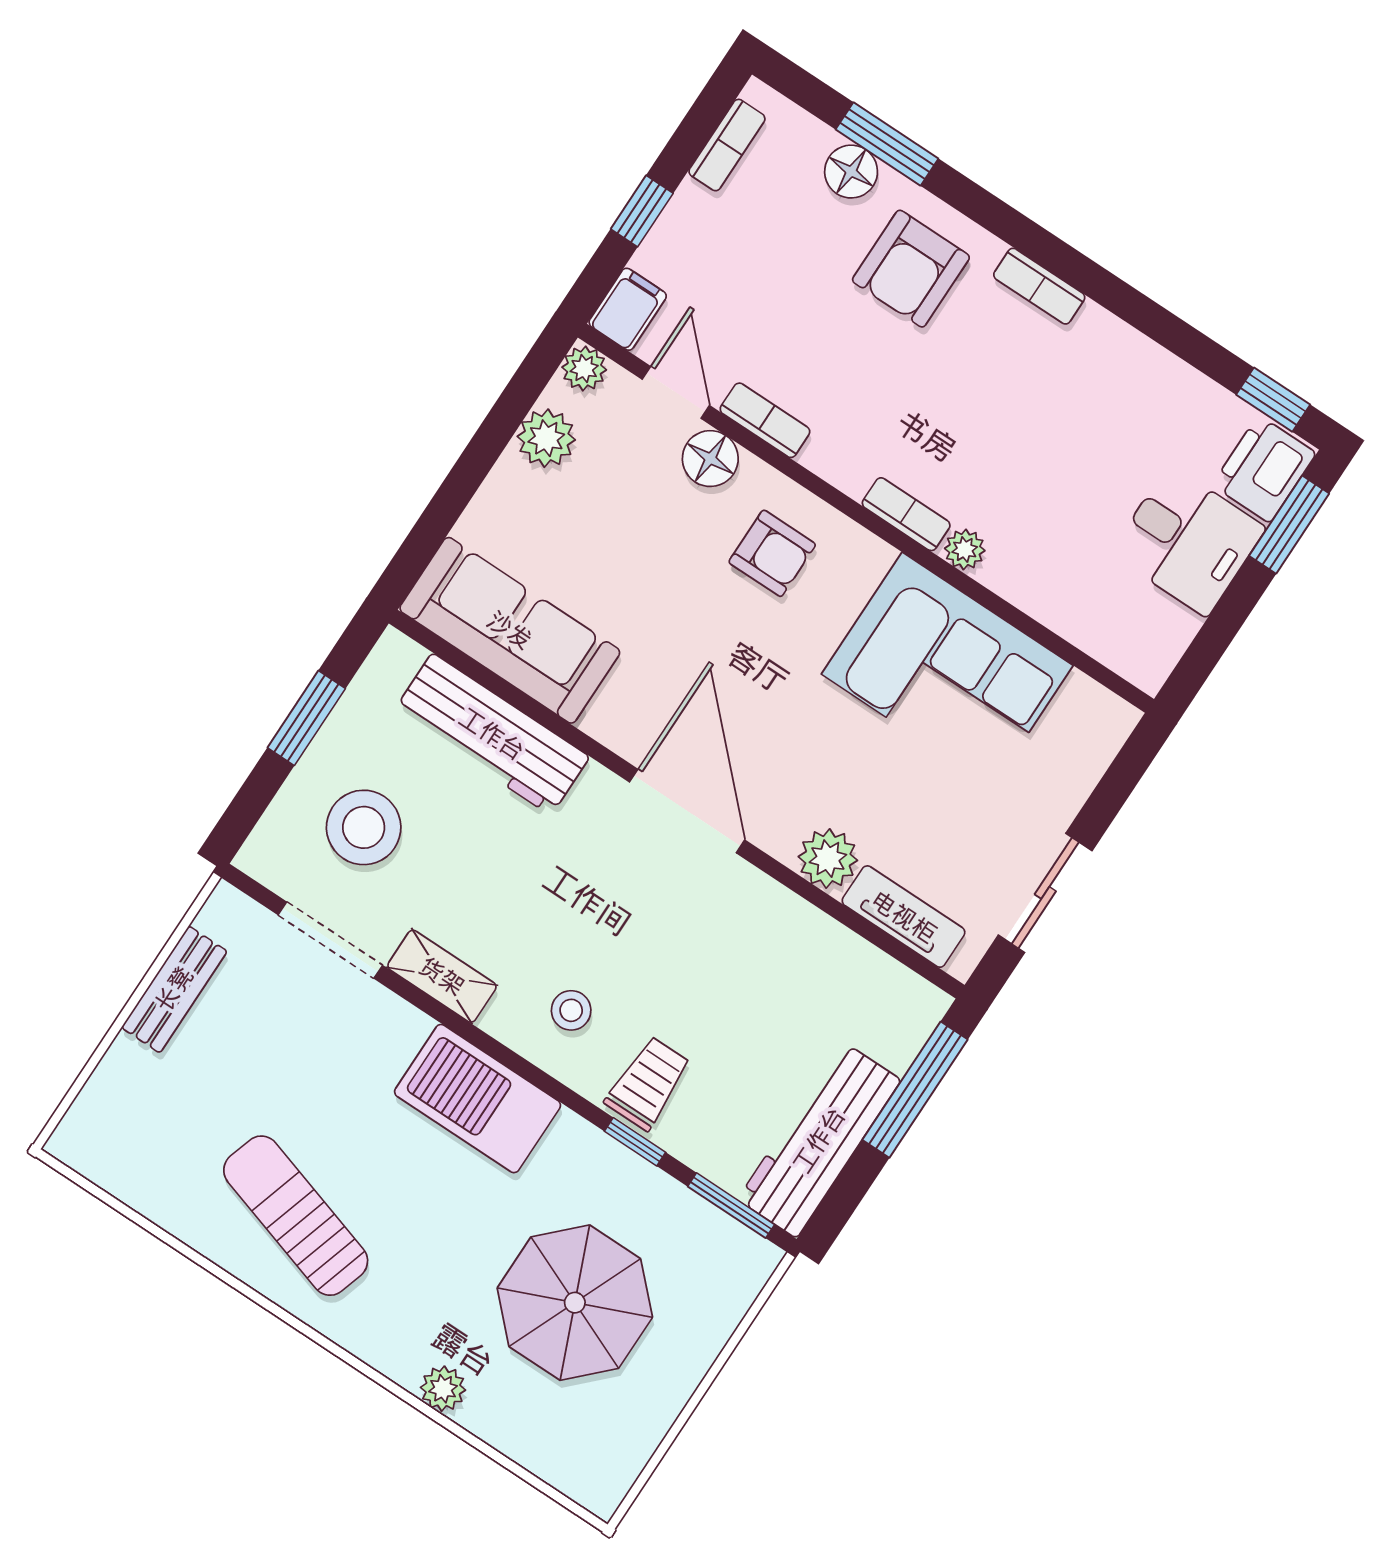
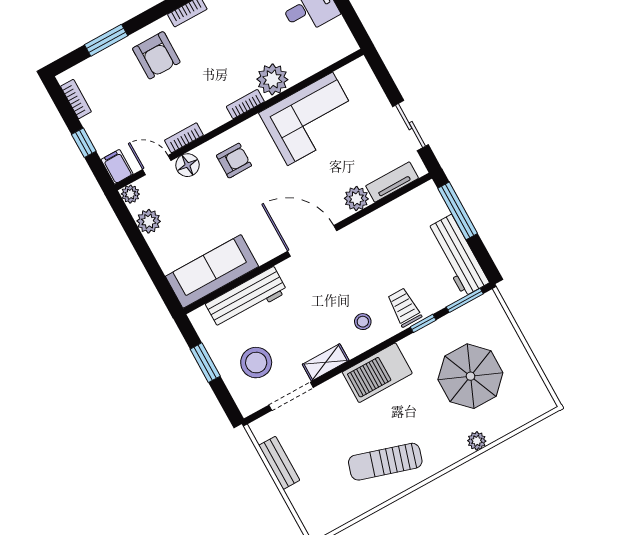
floor lamp: (851, 172) -> (109, 59), removed
plant: (965, 550) -> (272, 79), width x1.87, depth x1.87

